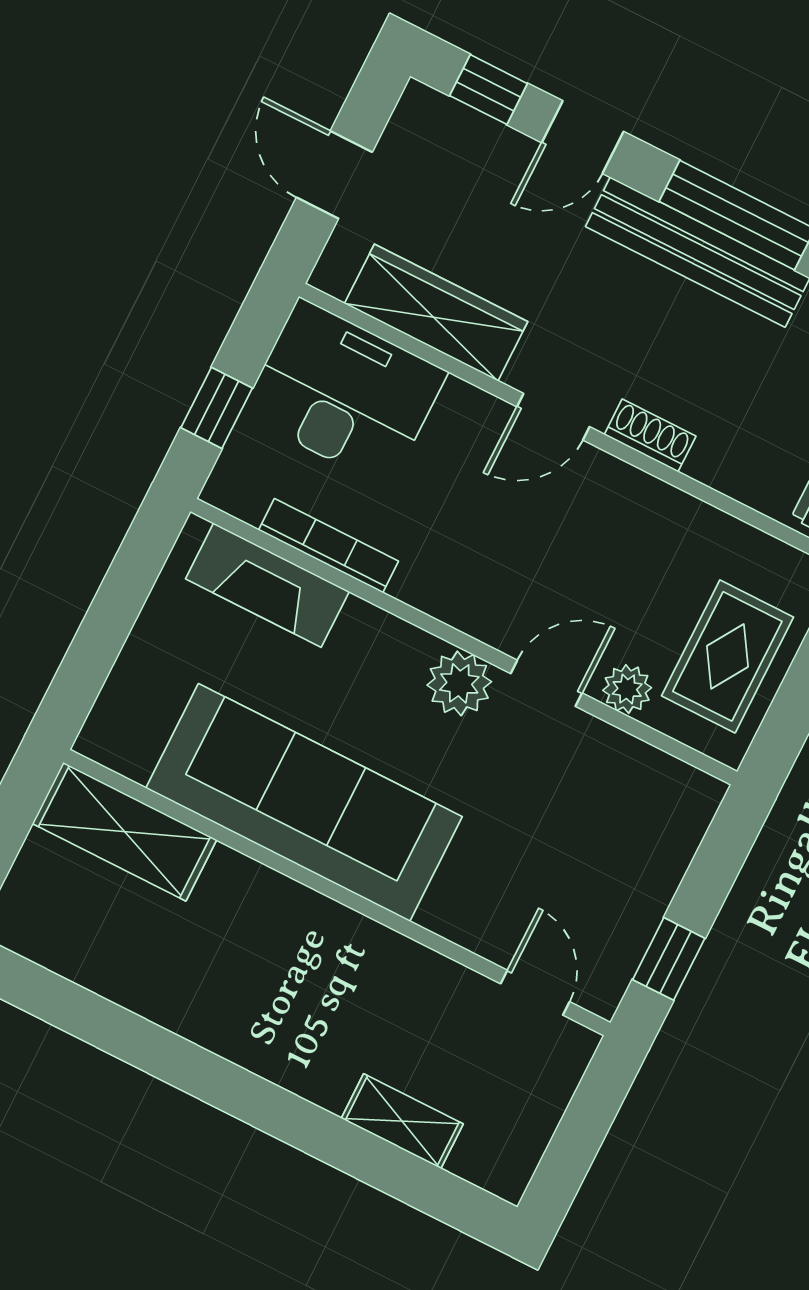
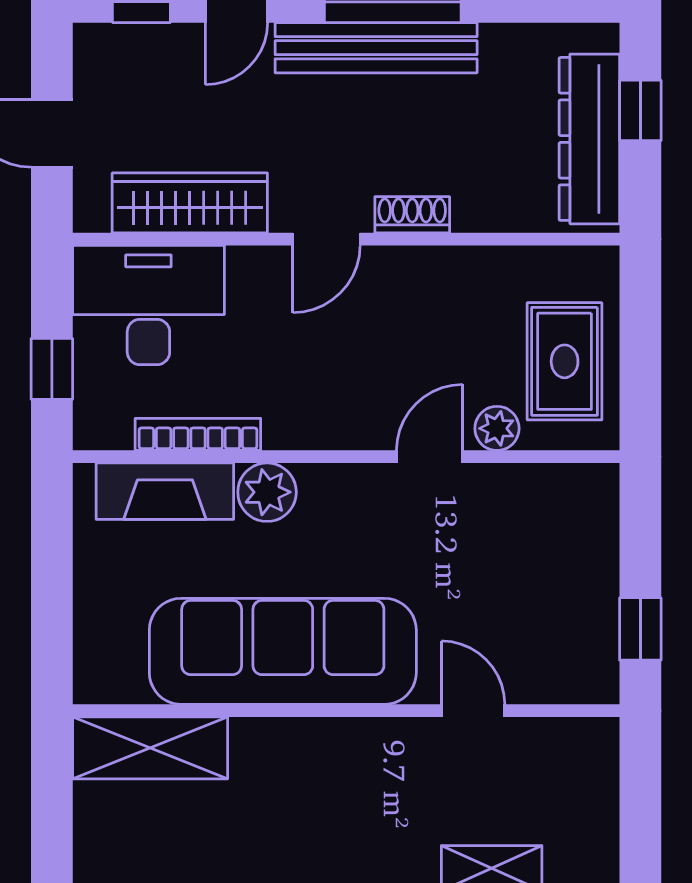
plant: (459, 683) -> (267, 492), moved
door: (535, 993) -> (473, 711), moved

